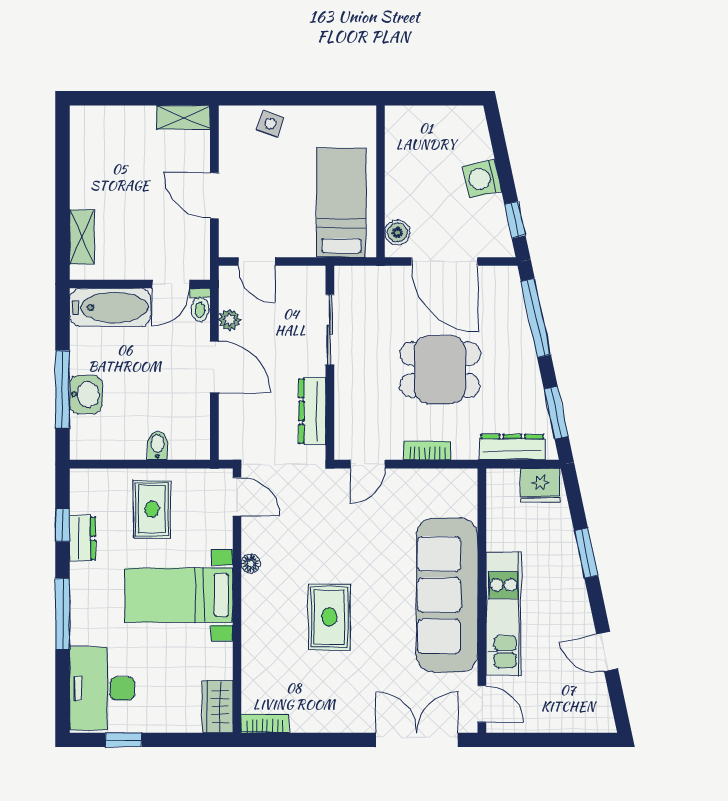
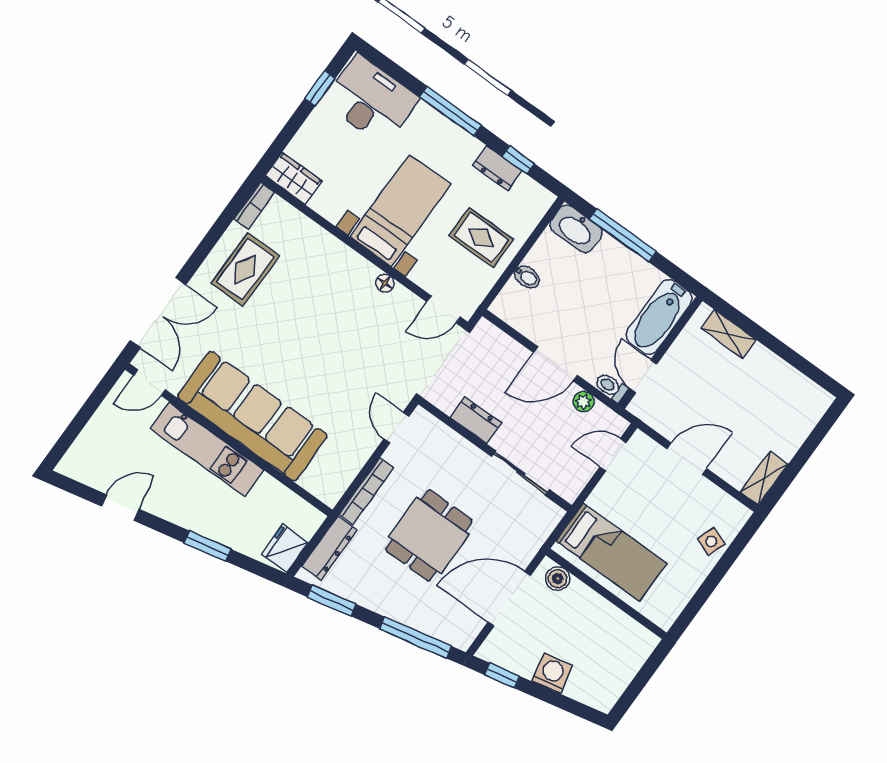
washbasin: (86, 394) -> (576, 229), moved, width x1.38
dresser: (312, 411) -> (476, 420), width x0.70
bookcase: (427, 450) -> (367, 491), width x1.56
rug: (329, 617) -> (245, 269), moved, turned 90

